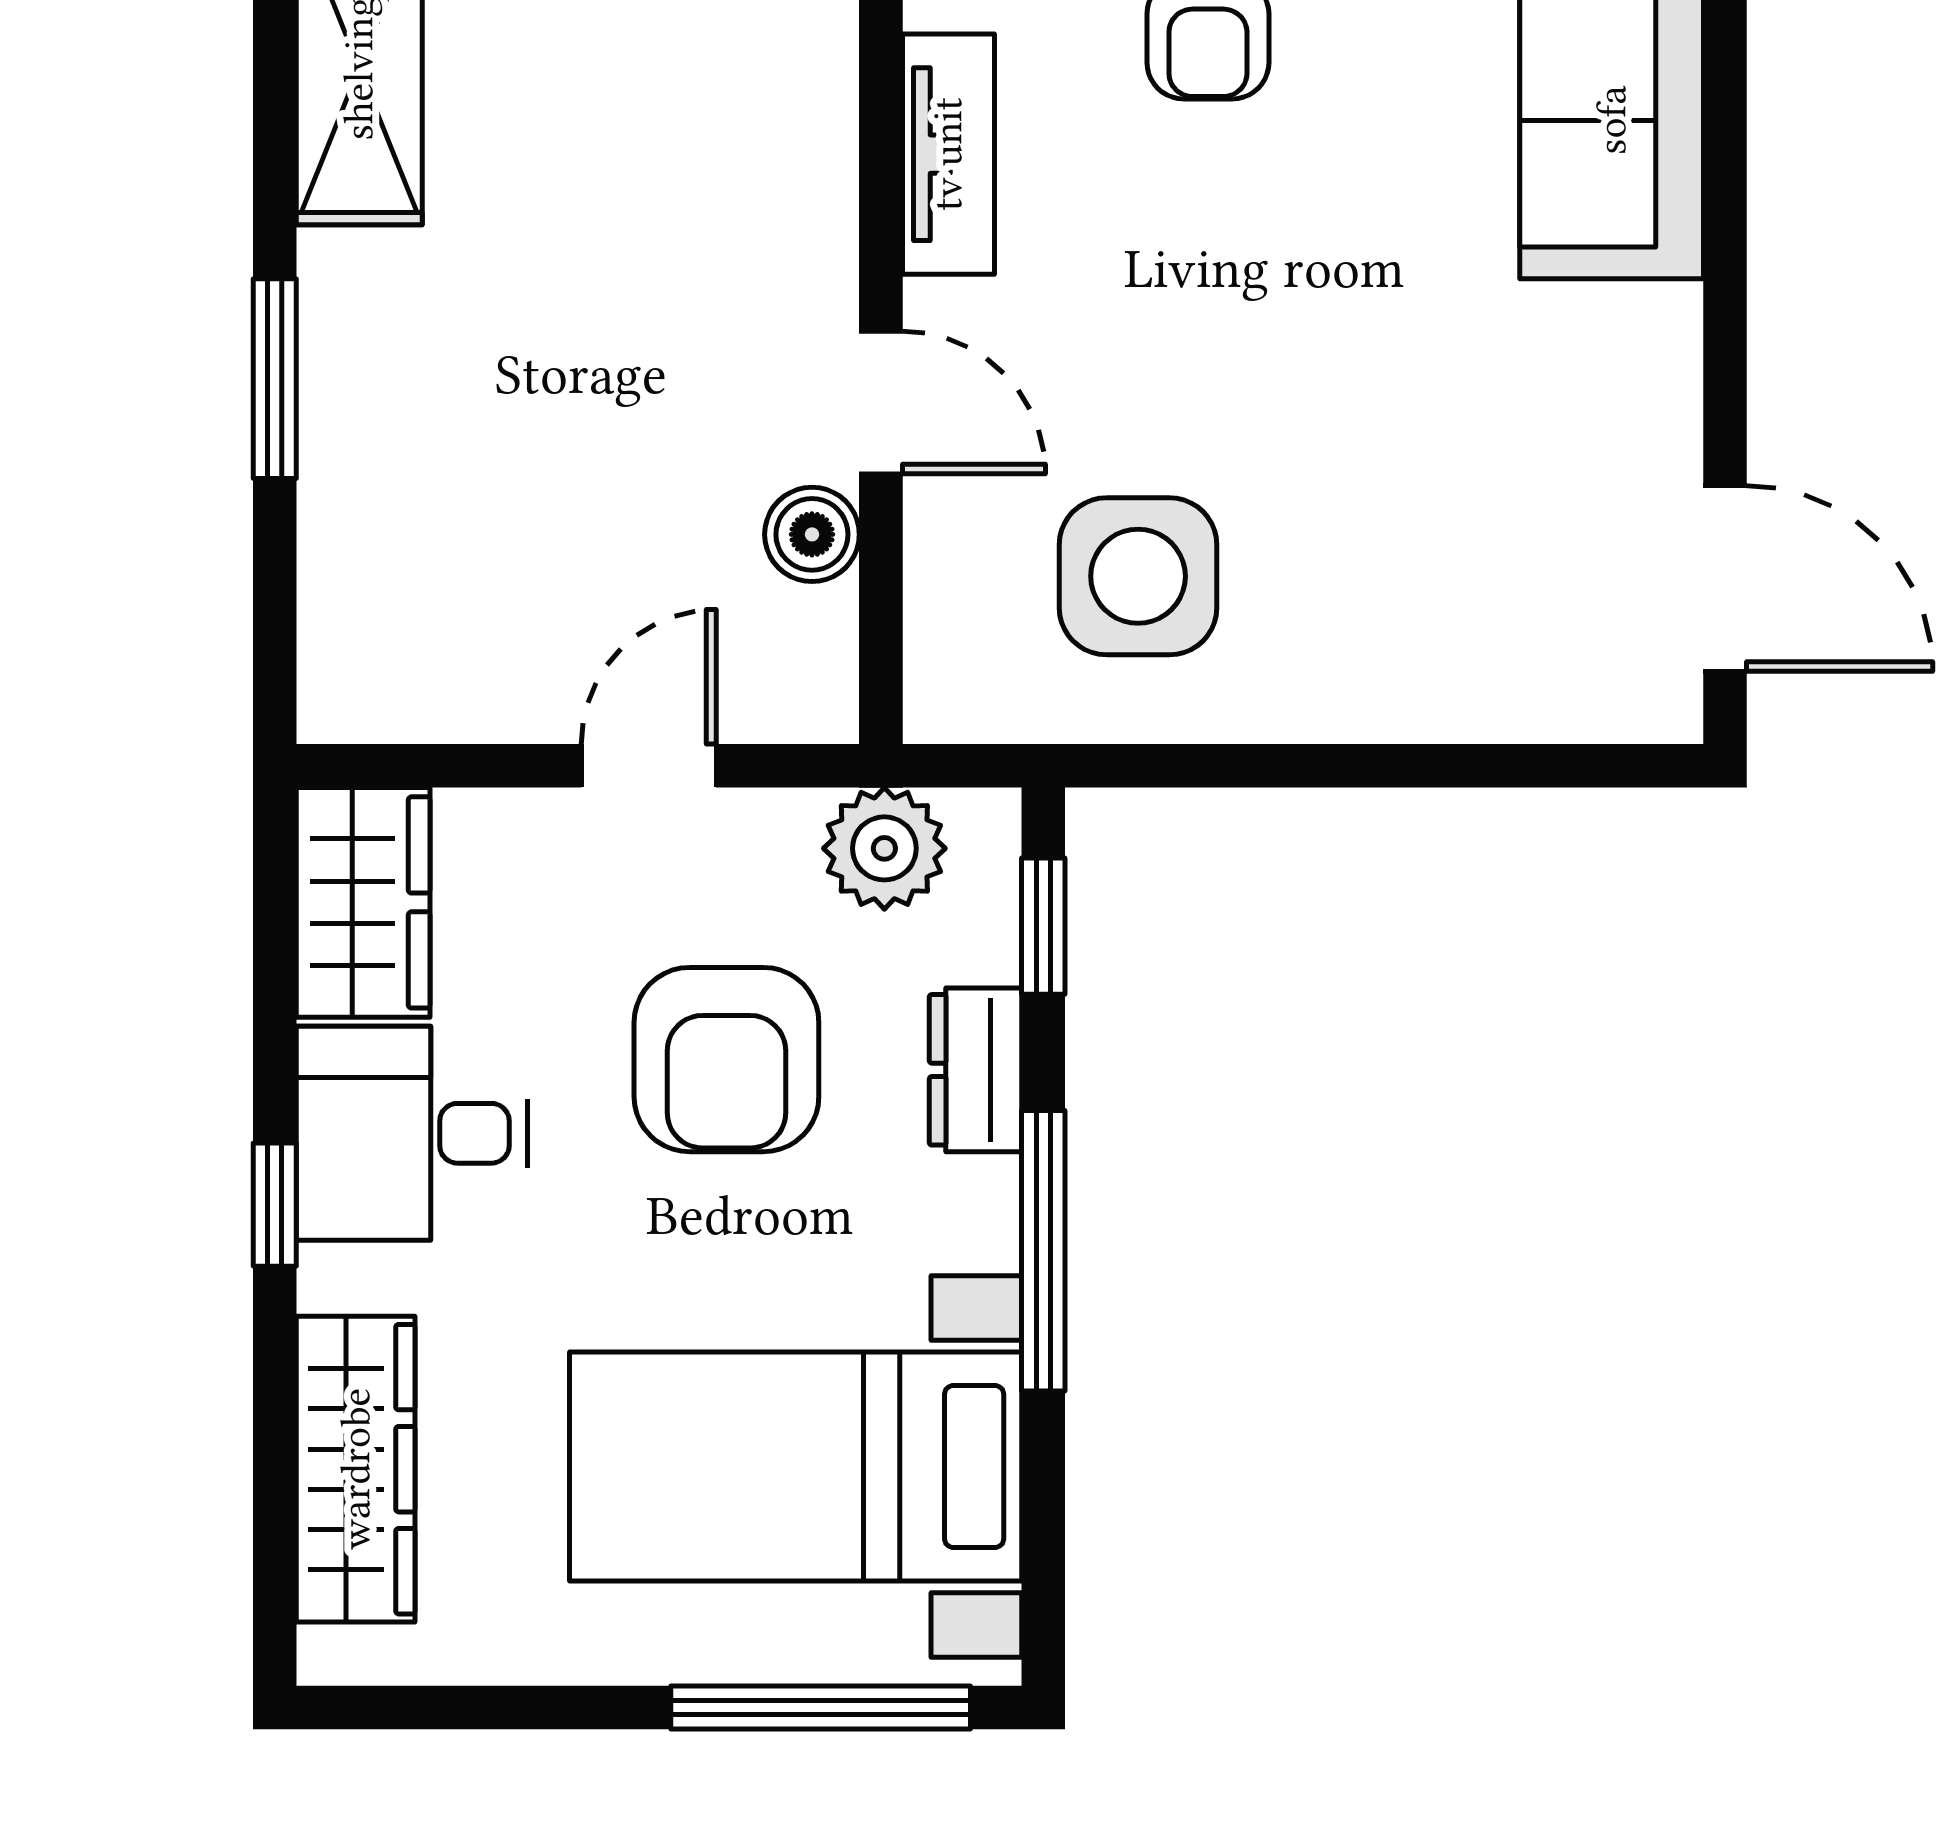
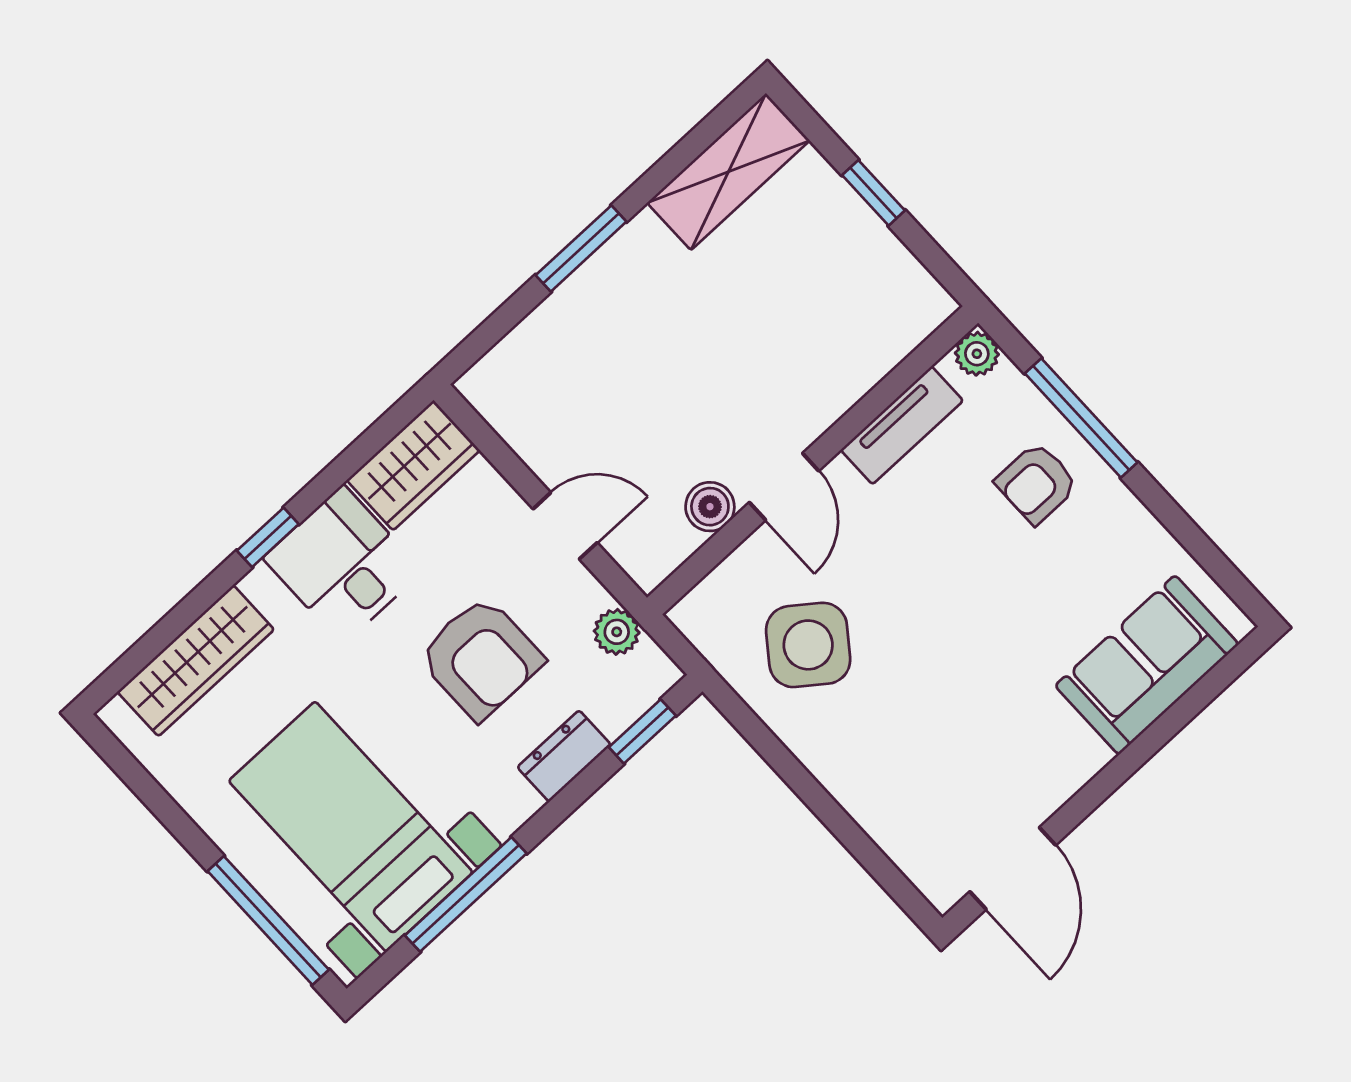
side table: (1138, 576) -> (808, 645), turned 37
plant: (884, 848) -> (617, 632), width x0.73, depth x0.73
armchair: (726, 1060) -> (481, 658), turned -90
window: (1043, 1251) -> (466, 894), moved

